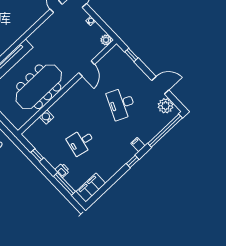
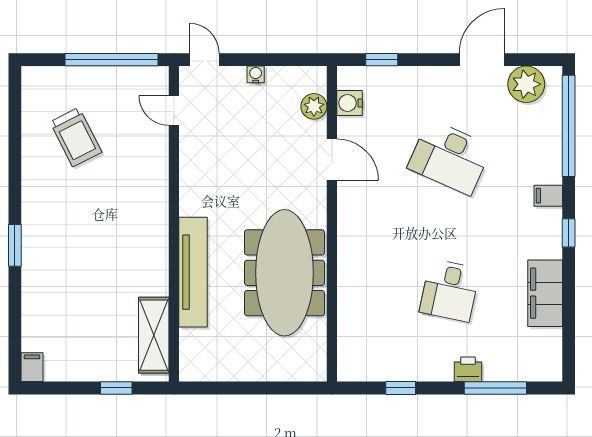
plant: (106, 40) -> (314, 106), moved
water cooler: (46, 117) -> (349, 103), moved
filing cabinet: (91, 188) -> (545, 293), moved

